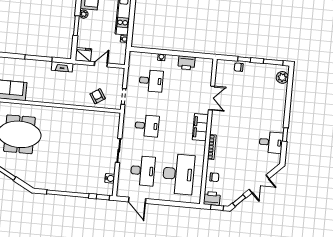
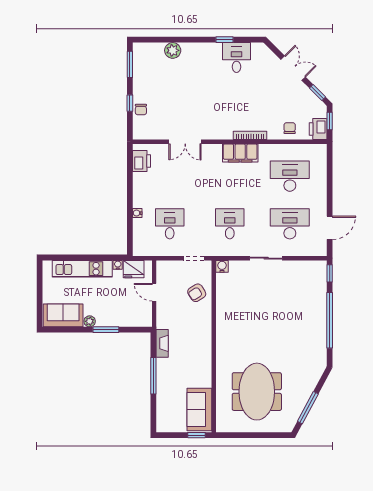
fridge: (83, 55) -> (134, 269), moved, turned -90
printer: (187, 63) -> (142, 161), moved
plant: (282, 77) -> (173, 50), moved
double door: (212, 98) -> (185, 142), swing flipped
filing cabinet: (200, 127) -> (240, 153), moved
desk: (178, 174) -> (290, 176), width x0.73, depth x0.77
water cooler: (110, 178) -> (222, 266), moved

